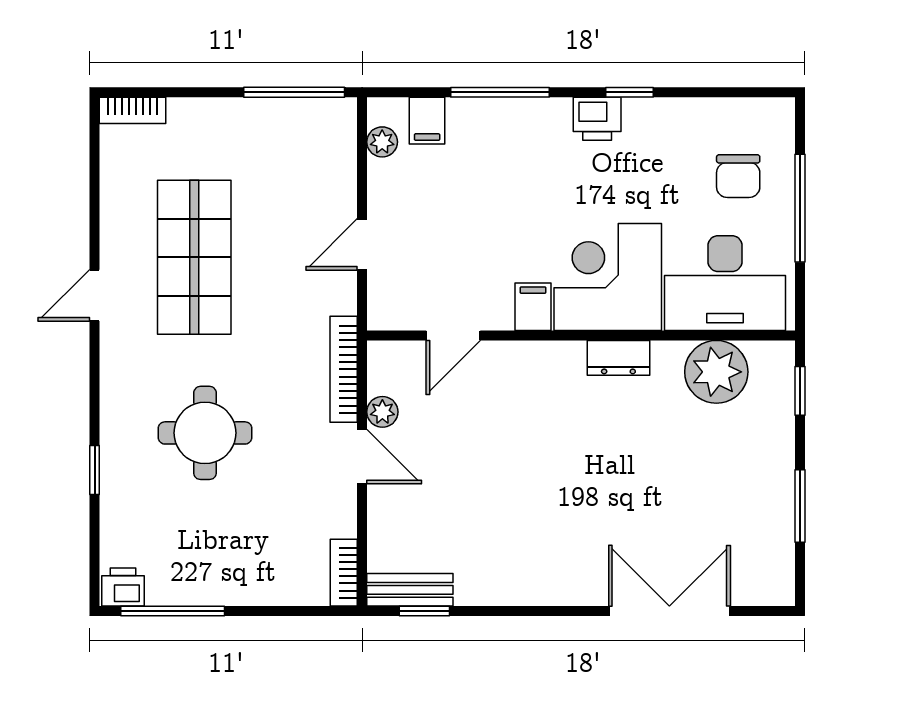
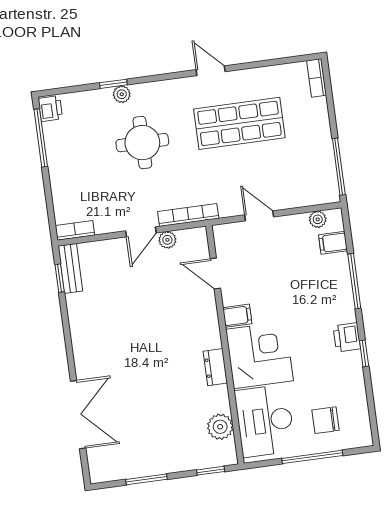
plant: (716, 372) -> (220, 427), width x0.73, depth x0.73
plant: (115, 458) -> (122, 94), added

